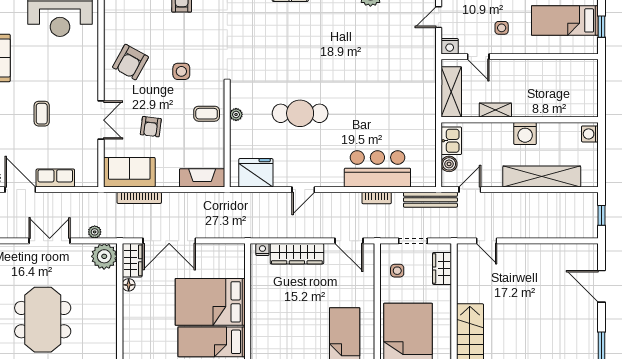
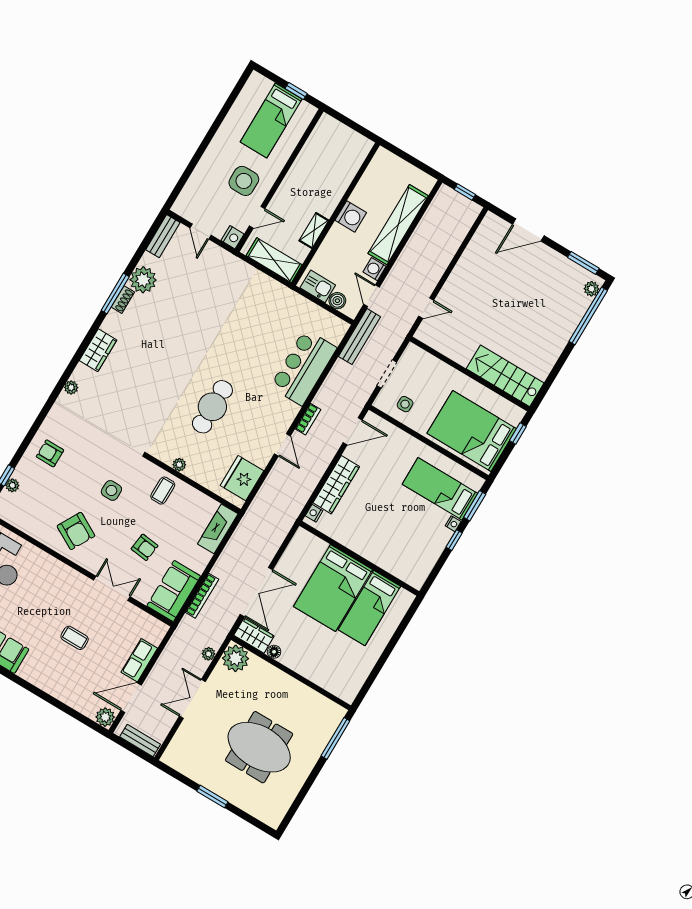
side table: (502, 28) -> (244, 181), width x1.87, depth x1.87
washing machine: (590, 134) -> (375, 269), moved, turned 90
bookcase: (377, 198) -> (308, 419), moved
wardrobe: (442, 268) -> (427, 363), removed

